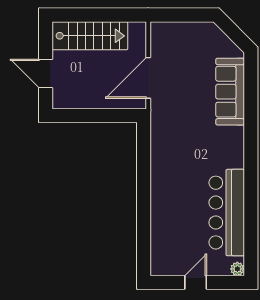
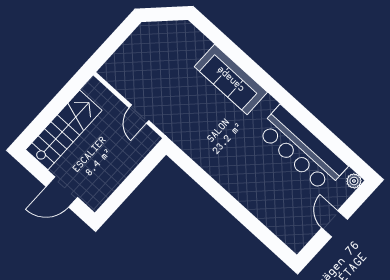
door: (148, 78) -> (139, 114), width x0.53
sofa: (230, 92) -> (231, 79), moved

